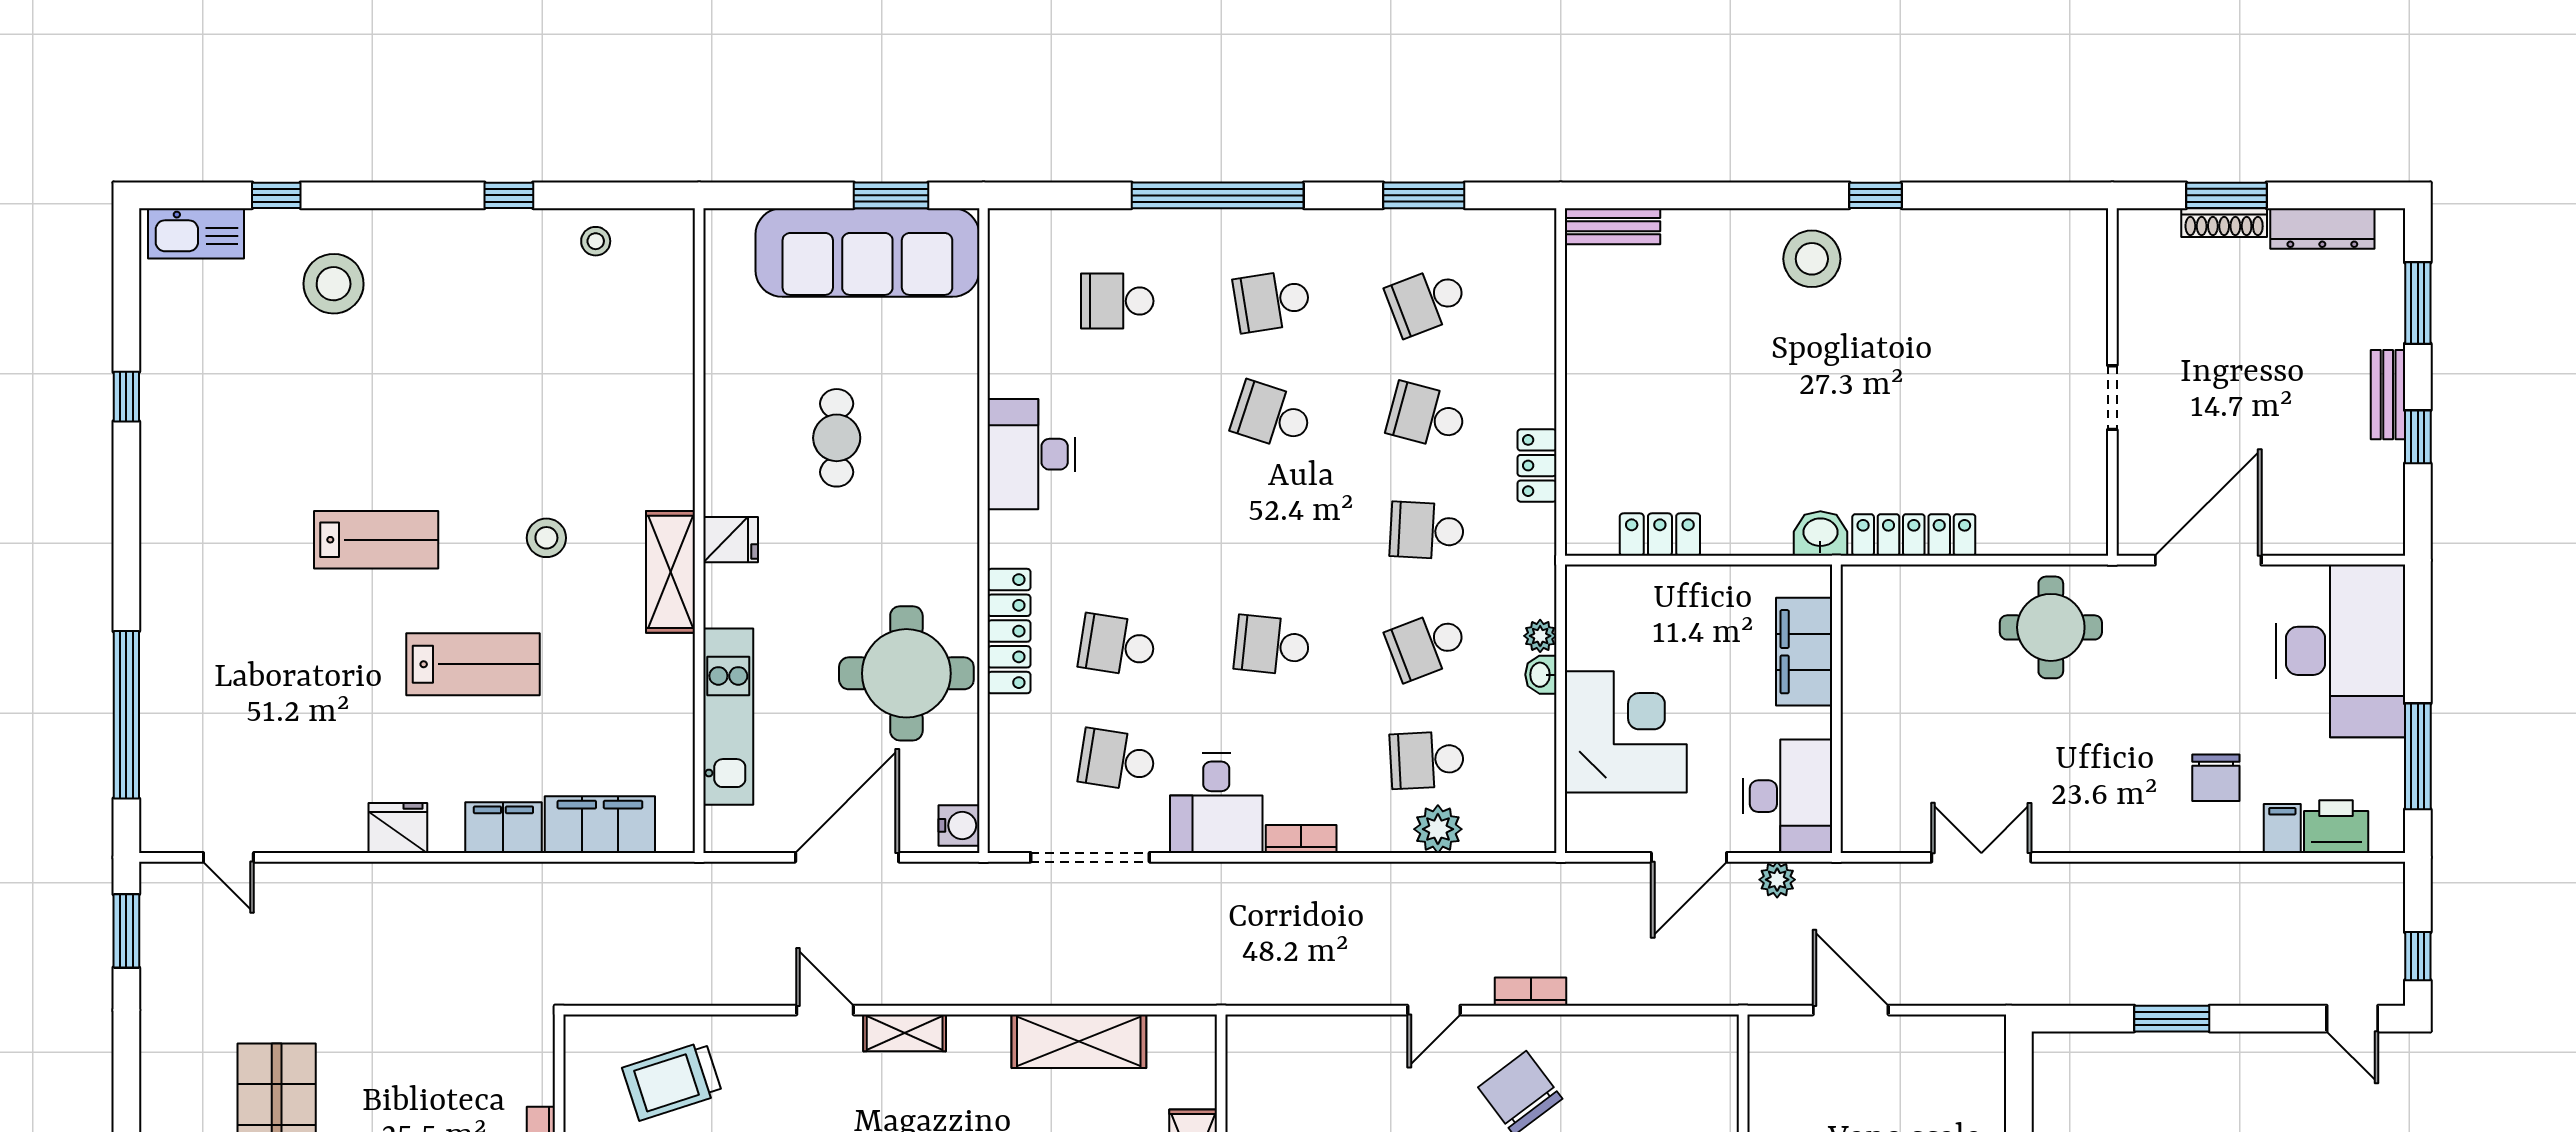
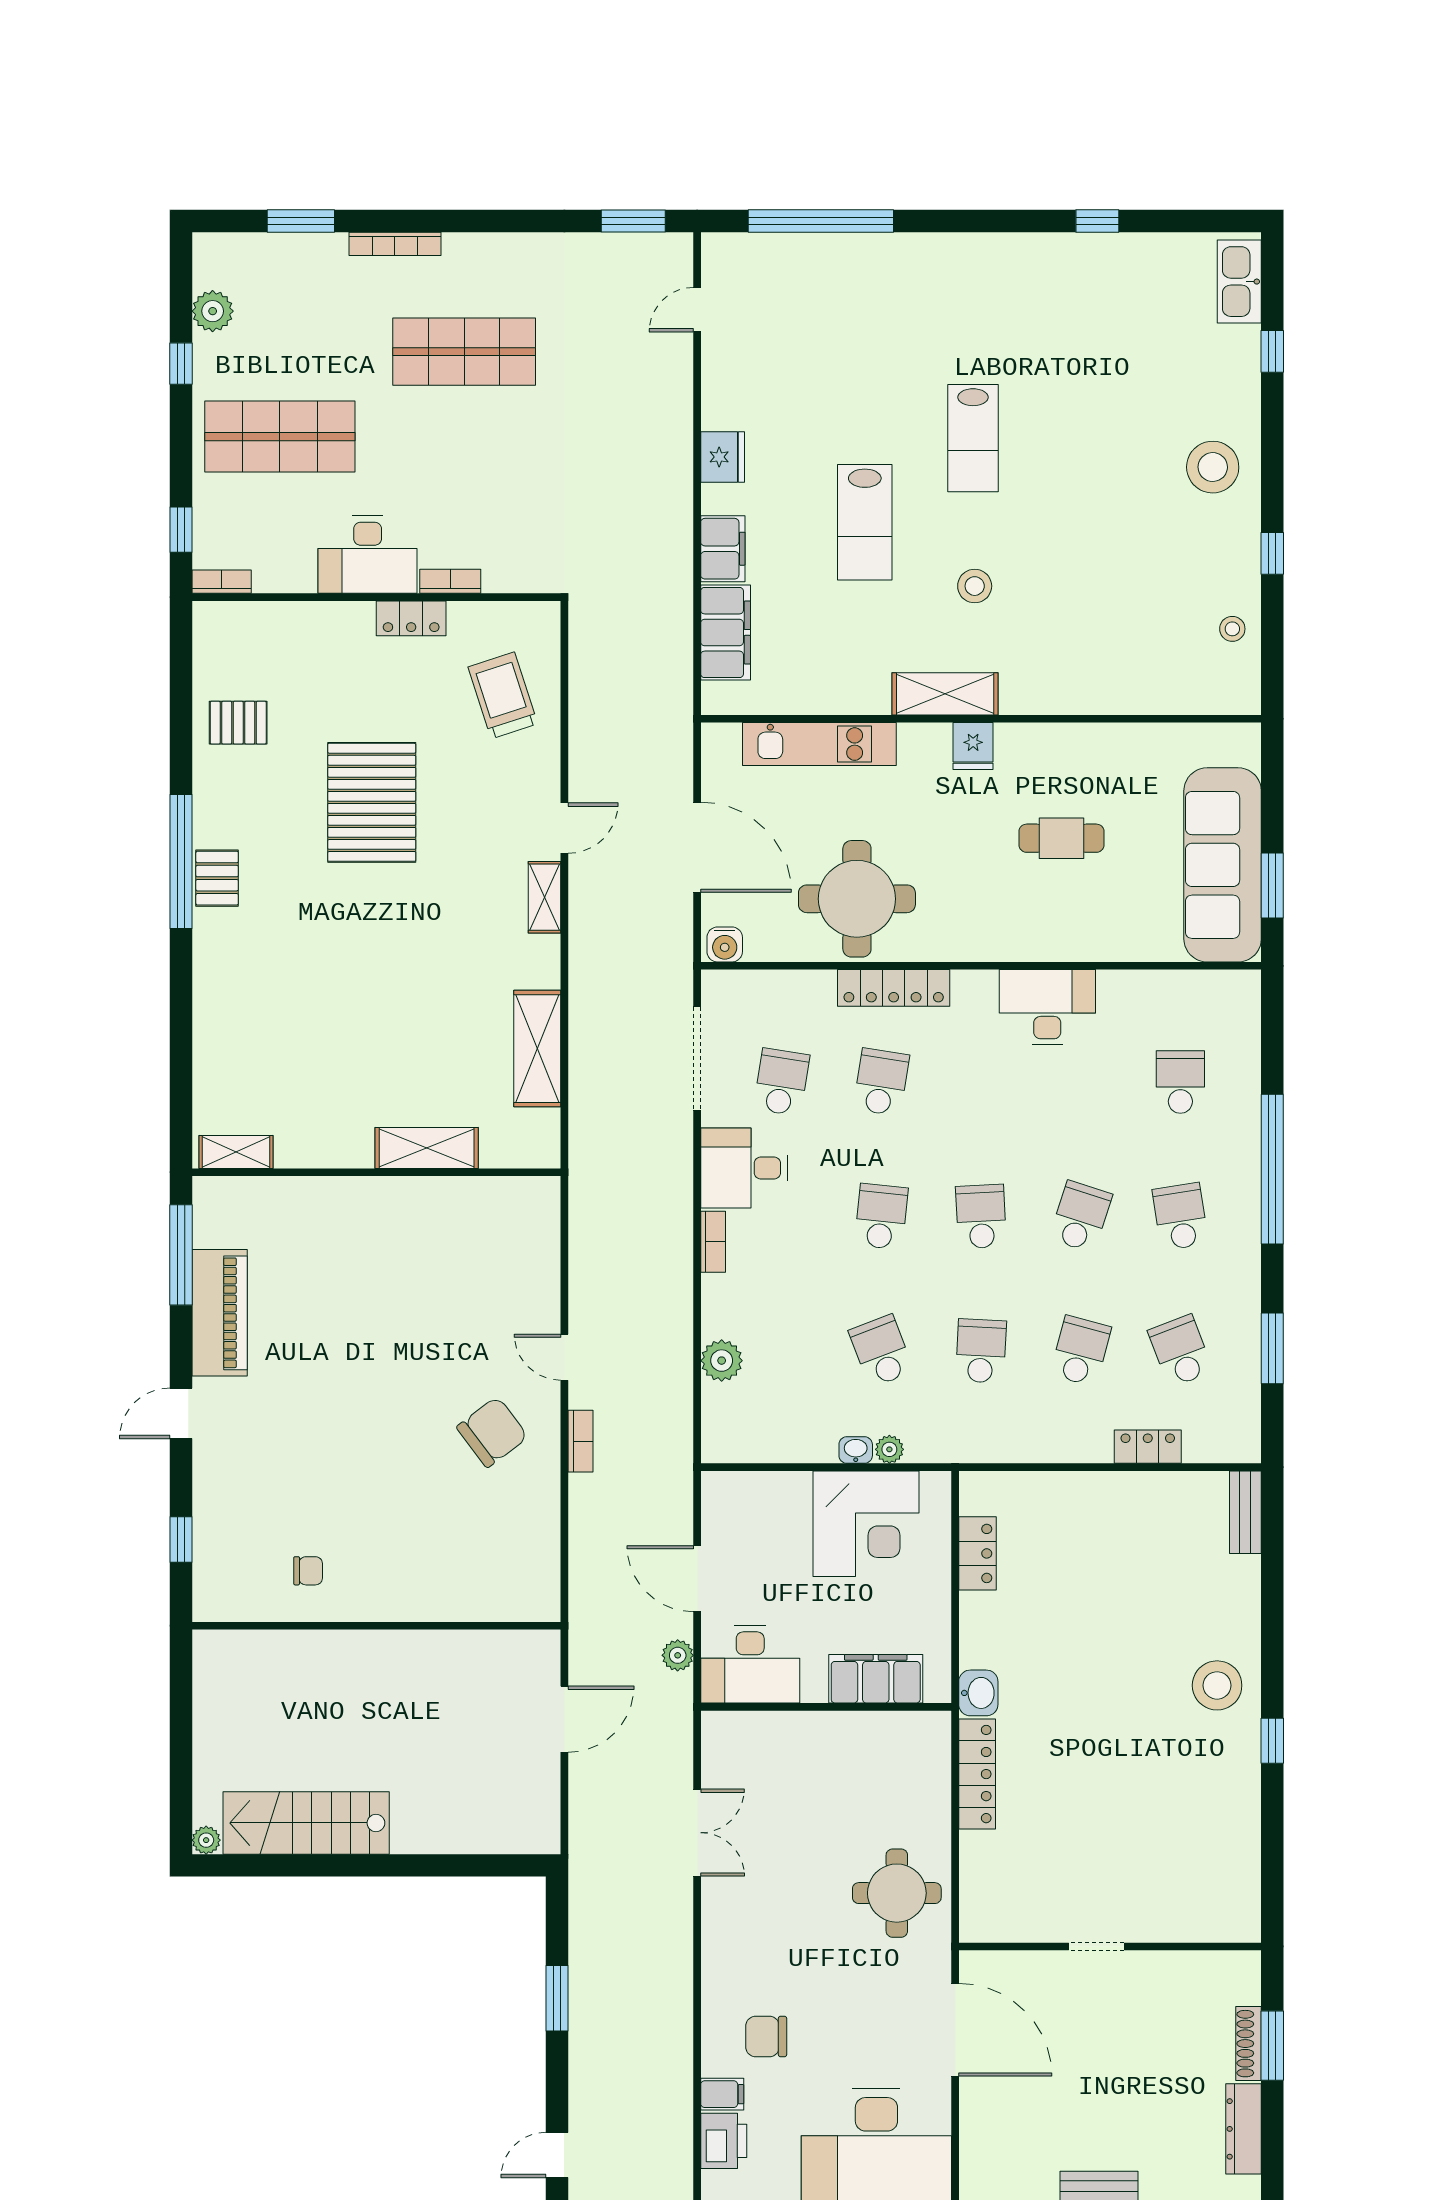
stool: (334, 284) -> (1213, 467), moved
locker: (1537, 466) -> (1148, 1447), moved
corner desk: (1626, 732) -> (866, 1524), moved
school desk: (1427, 760) -> (981, 1216), moved

